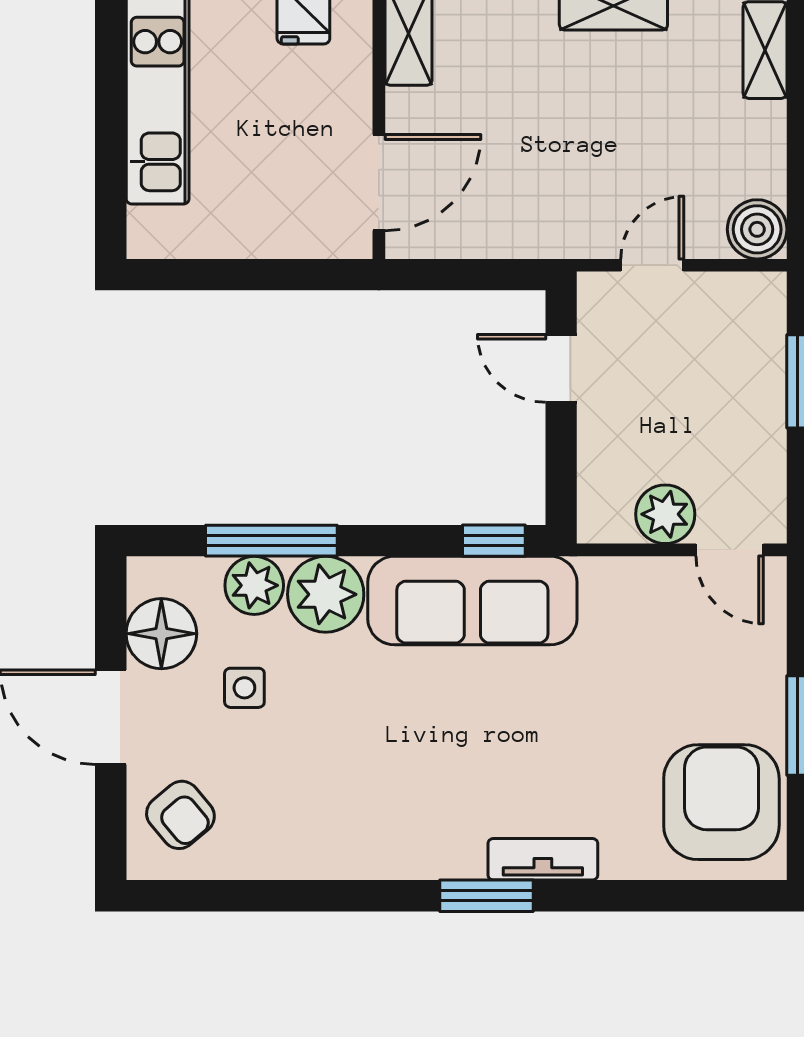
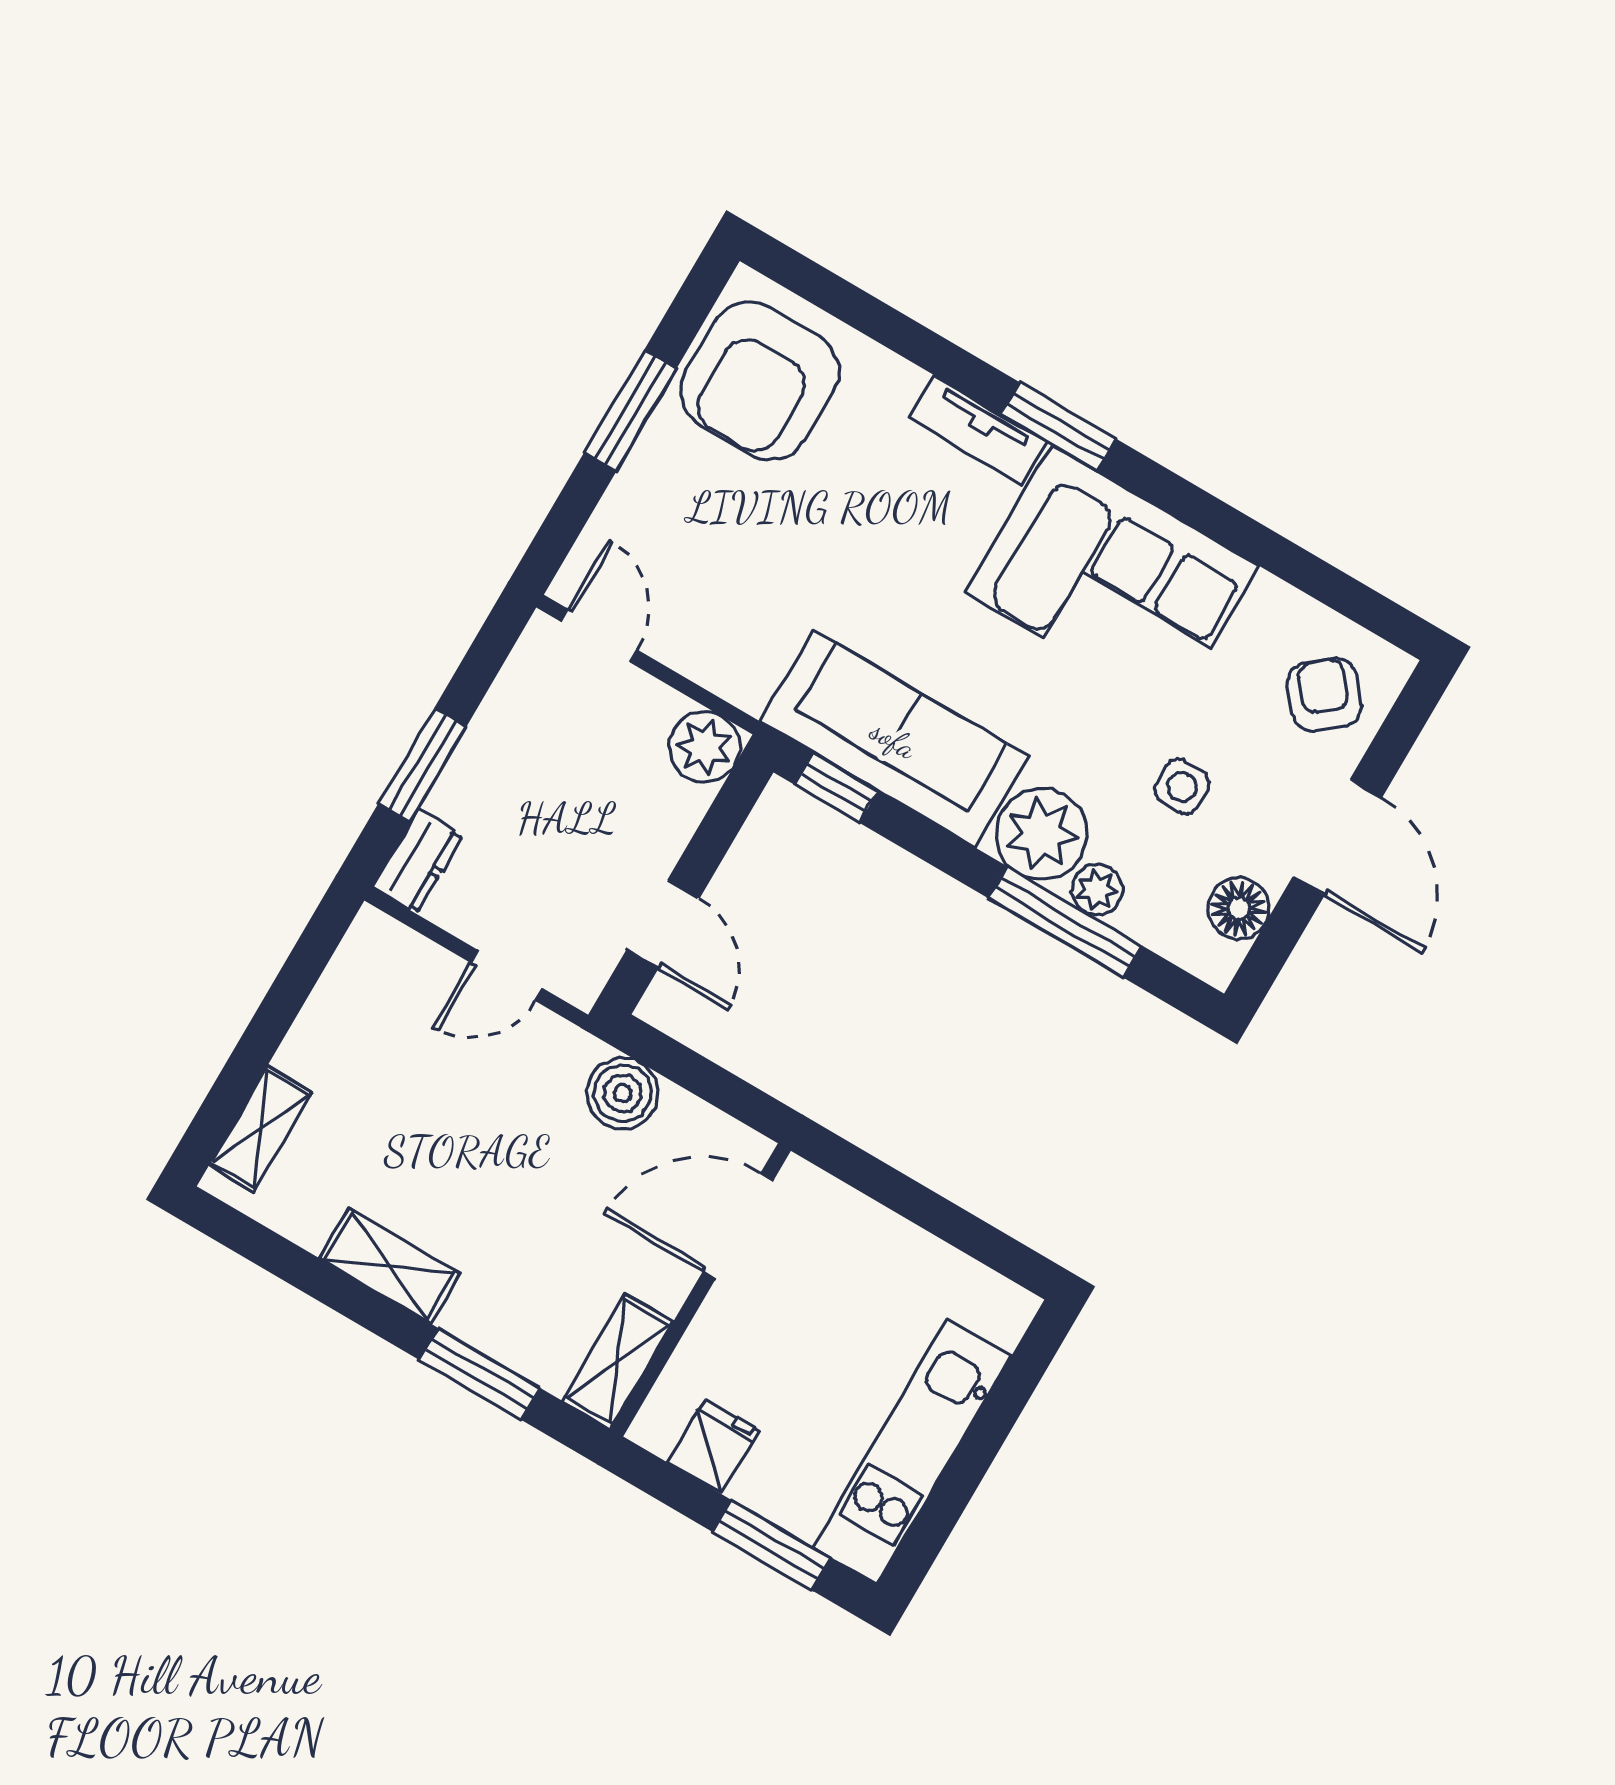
boiler: (757, 229) -> (623, 1093), moved
dresser: (765, 310) -> (417, 861), added
plant: (665, 514) -> (705, 747), moved
plant: (254, 585) -> (1097, 890), width x0.73, depth x0.73
floor lamp: (161, 634) -> (1239, 908), width x0.73, depth x0.73
corner sofa: (383, 808) -> (1112, 579), added

